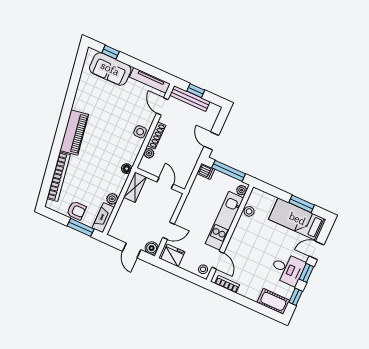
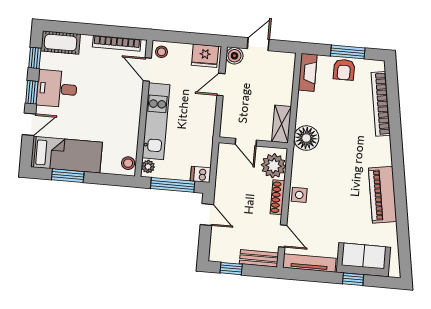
window: (111, 52) -> (353, 279), moved
window: (196, 91) -> (231, 269), moved
bench: (190, 98) -> (259, 258), width x0.73
piano: (74, 133) -> (383, 195), moved
plant: (149, 153) -> (274, 166), width x1.88, depth x1.88
floor lamp: (127, 169) -> (306, 138), width x1.89, depth x1.89
plant: (112, 199) -> (305, 100), removed
armchair: (76, 210) -> (344, 70), turned -90
stool: (249, 211) -> (128, 163), moved
window: (81, 227) -> (348, 52), moved
door: (132, 250) -> (258, 44), hinge flipped
bookcase: (227, 284) -> (117, 43), width x1.56

